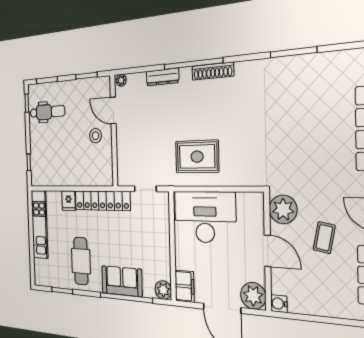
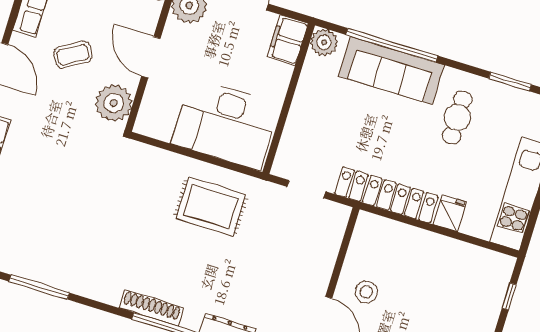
coffee table: (324, 238) -> (73, 55), turned 48
cafe table: (81, 261) -> (457, 117), width x0.73, depth x0.74
sofa: (122, 281) -> (391, 71), width x1.36

